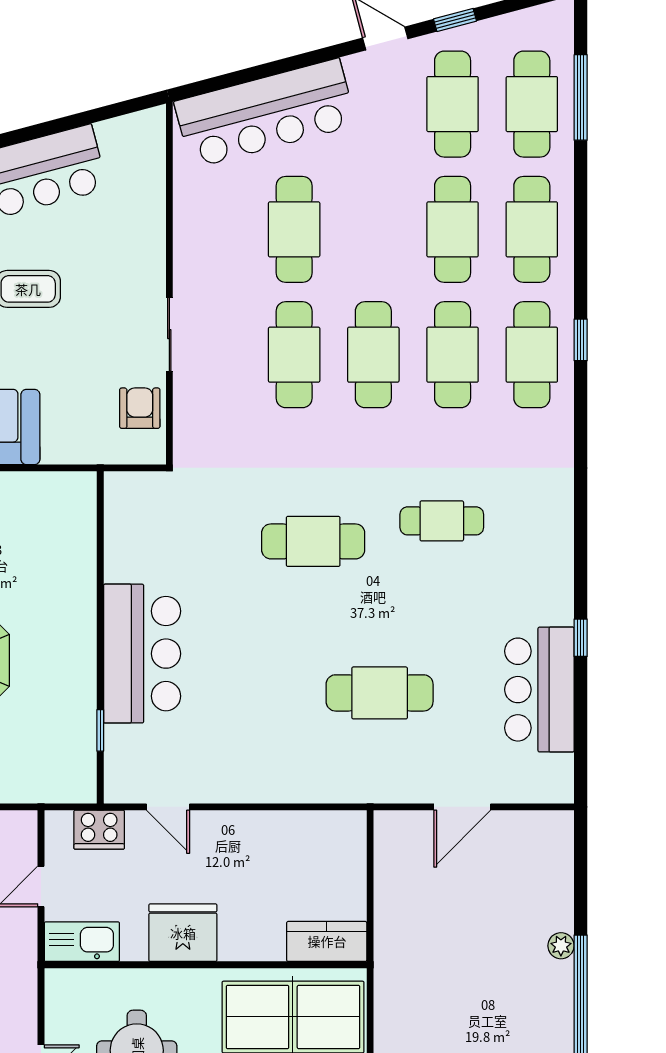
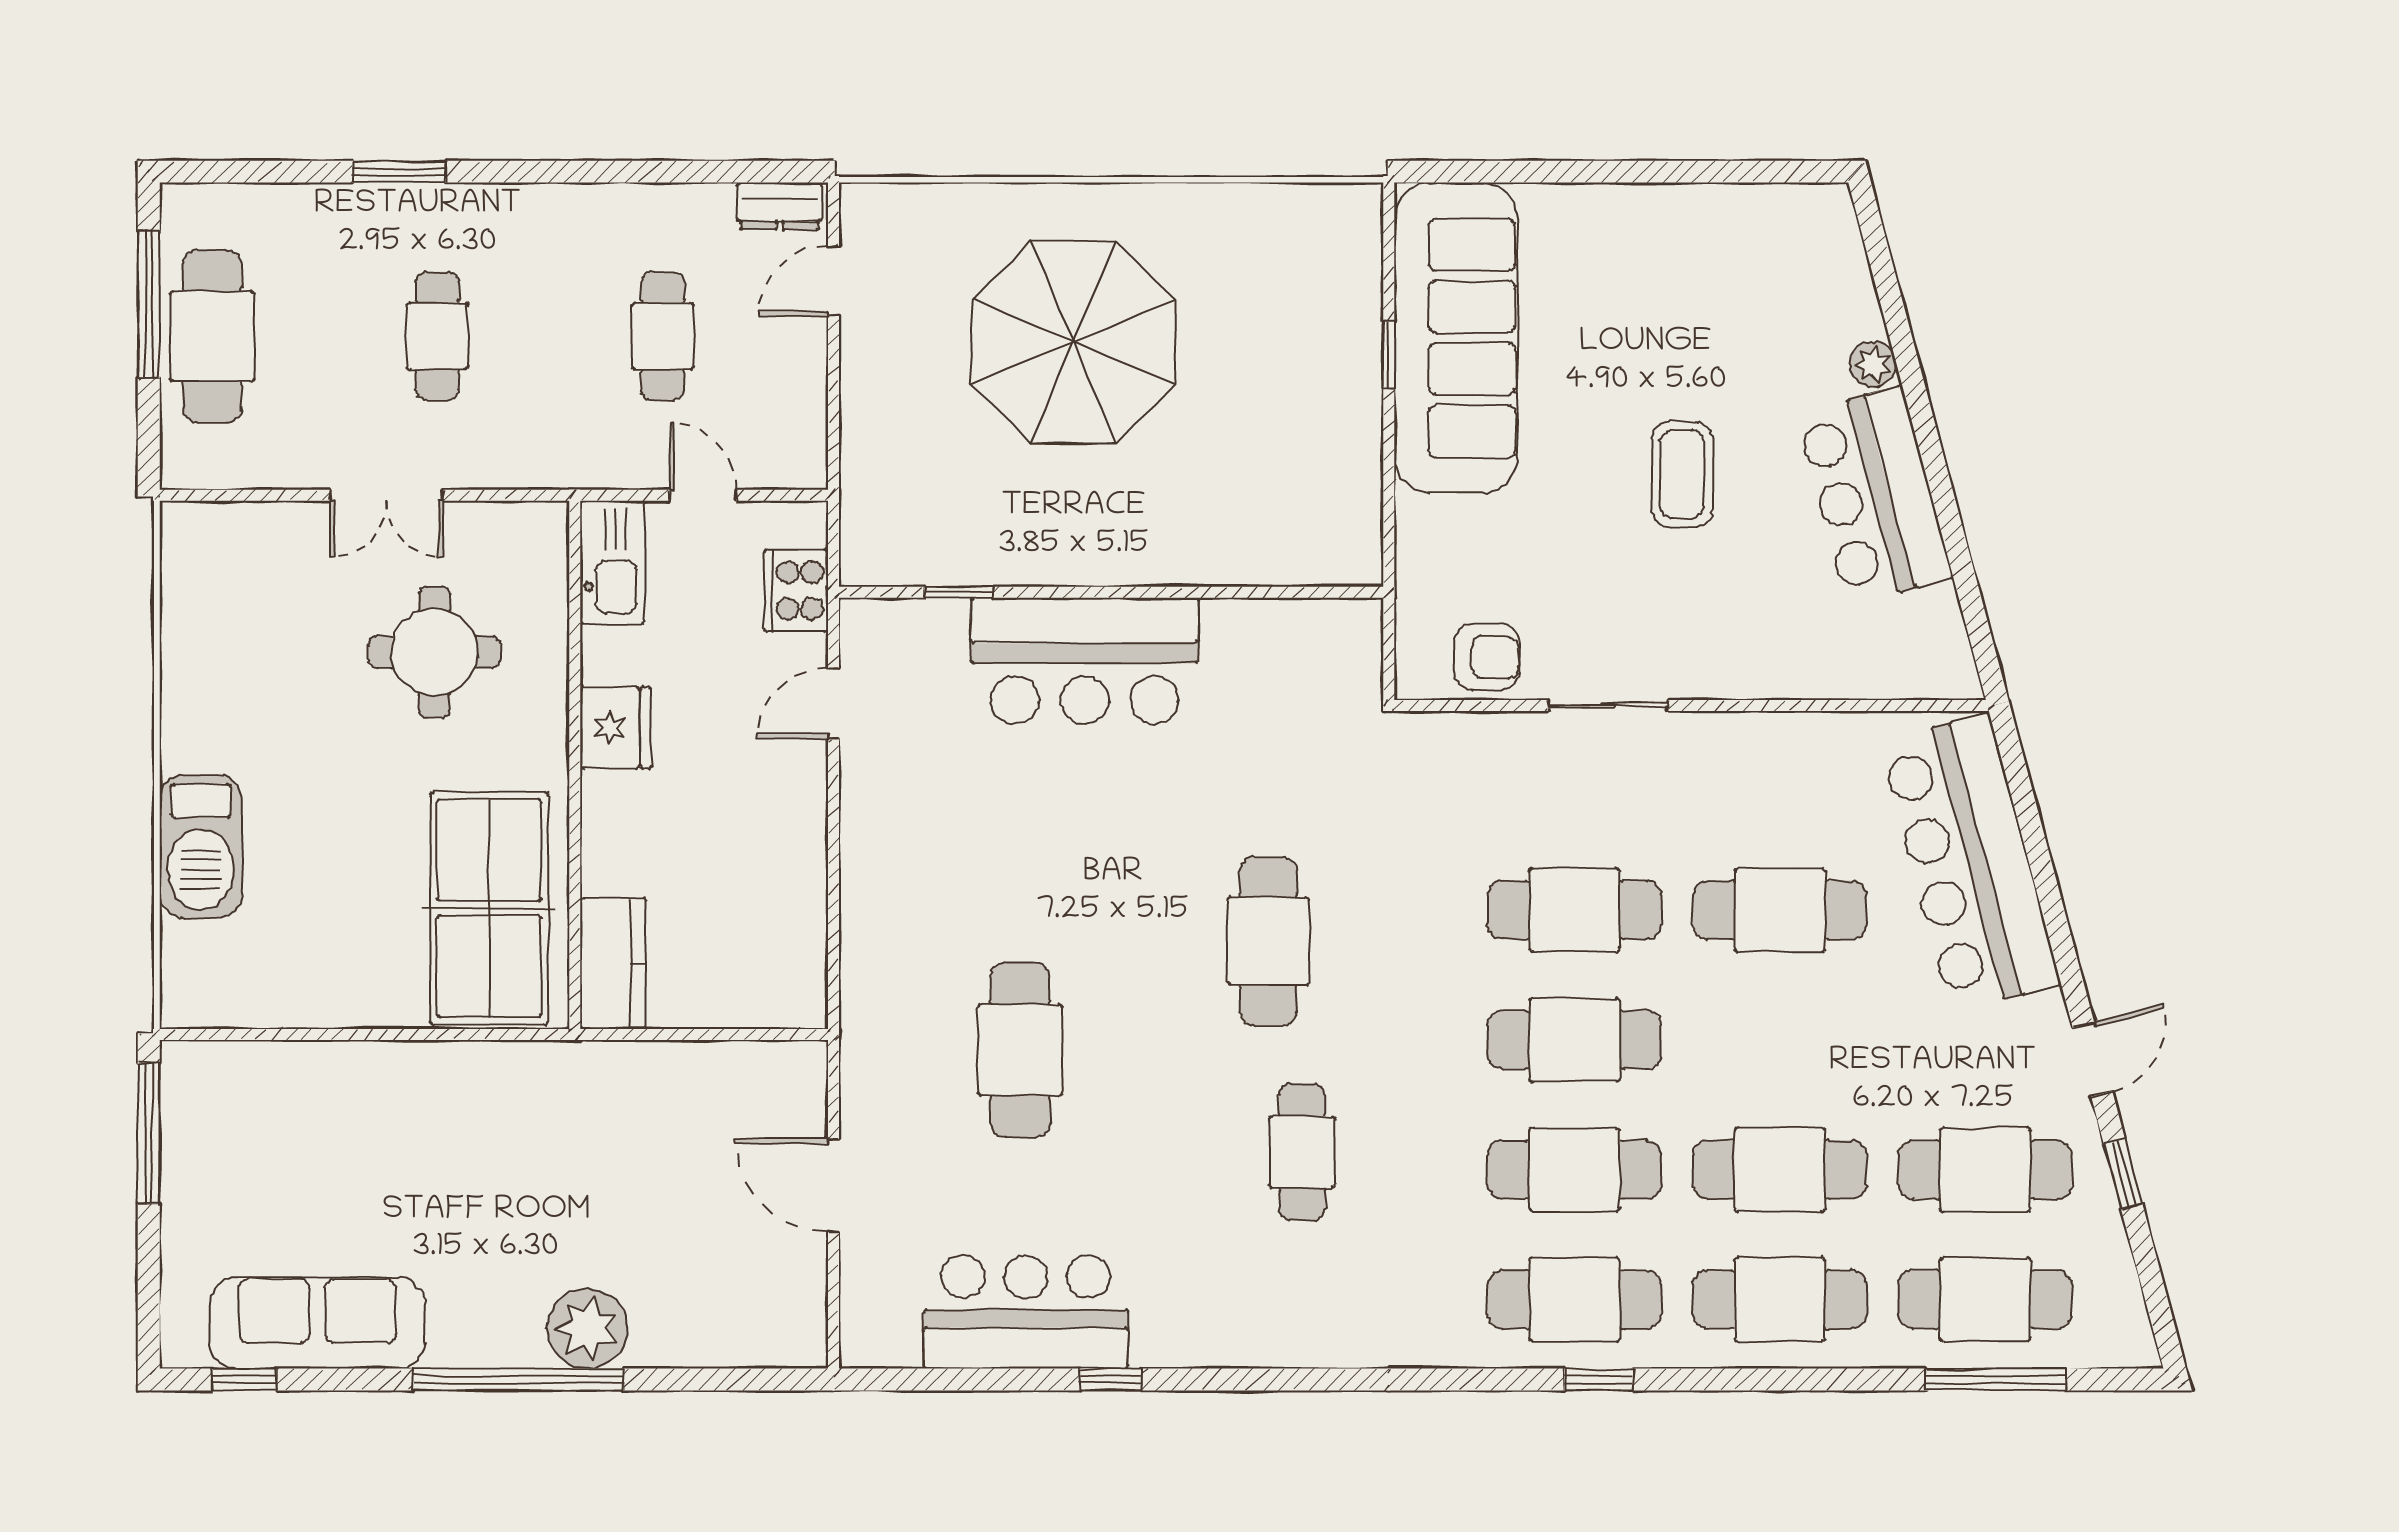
fridge: (183, 933) -> (615, 728), width x0.73, depth x0.75
plant: (561, 946) -> (587, 1328), width x1.88, depth x1.88

